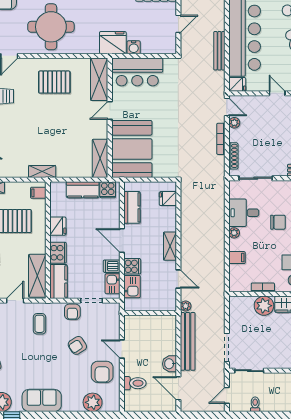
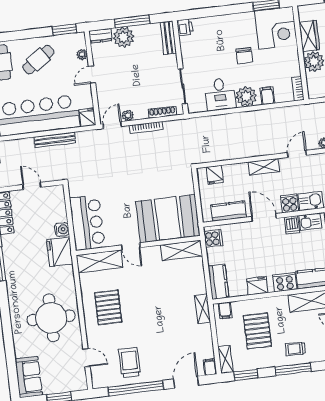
kitchen counter: (83, 190) -> (218, 282), moved
chair: (278, 222) -> (244, 56), moved, turned 180
plant: (234, 233) -> (246, 96), width x1.87, depth x1.87
door: (122, 240) -> (264, 217), swing flipped
bookcase: (263, 287) -> (298, 88), moved

